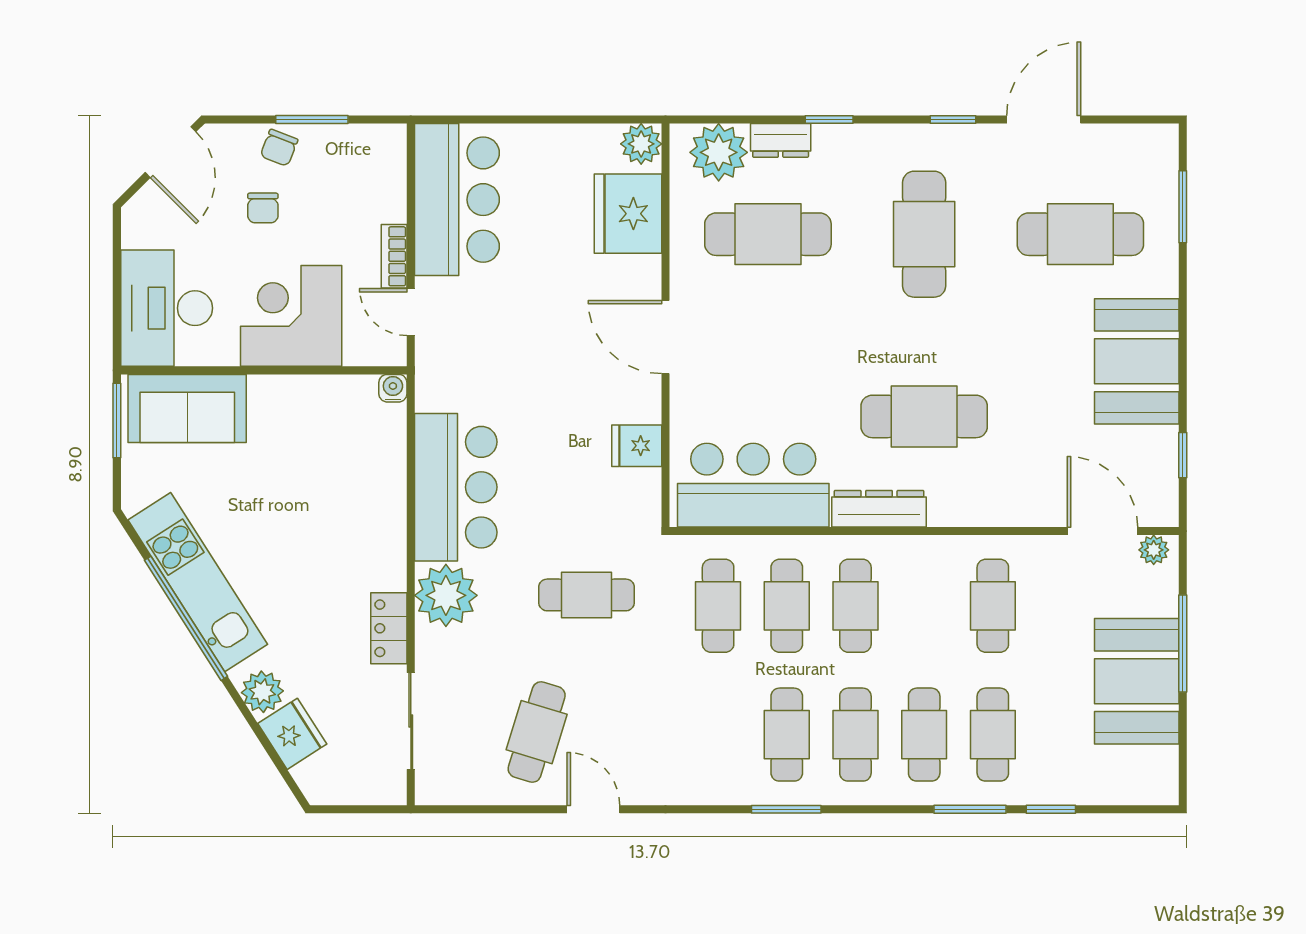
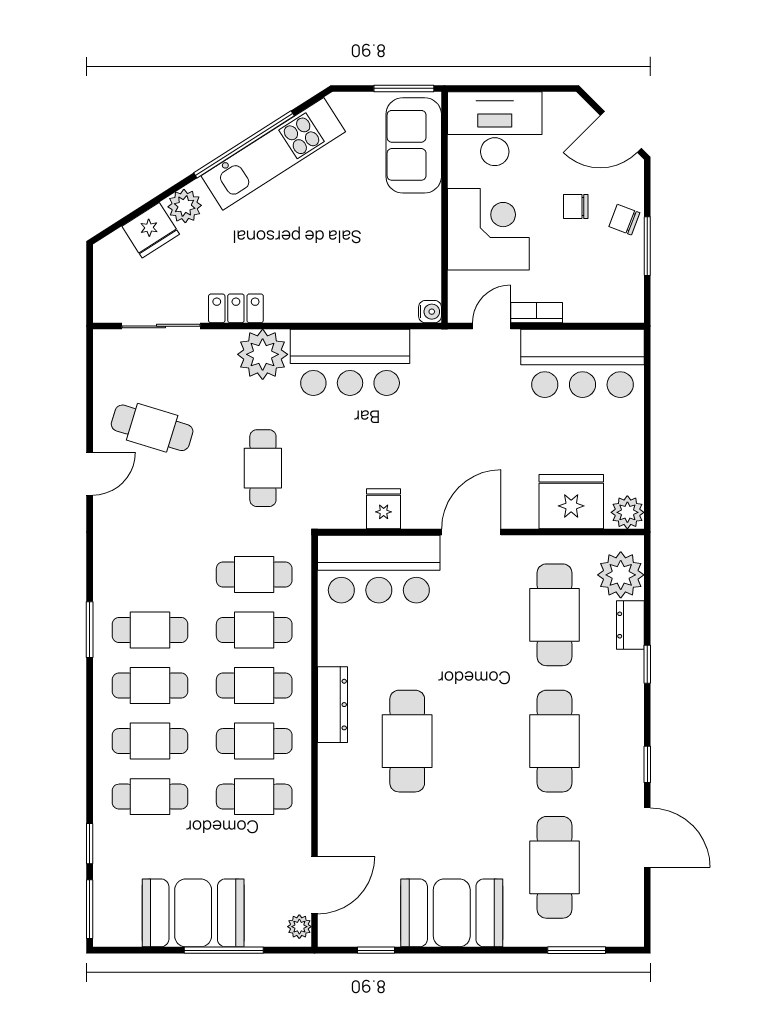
cafe table: (924, 234) -> (555, 741), turned 90
bar counter: (753, 485) -> (379, 569), moved, turned 90
cafe table: (924, 606) -> (254, 741), added
window: (970, 809) -> (90, 909), moved

